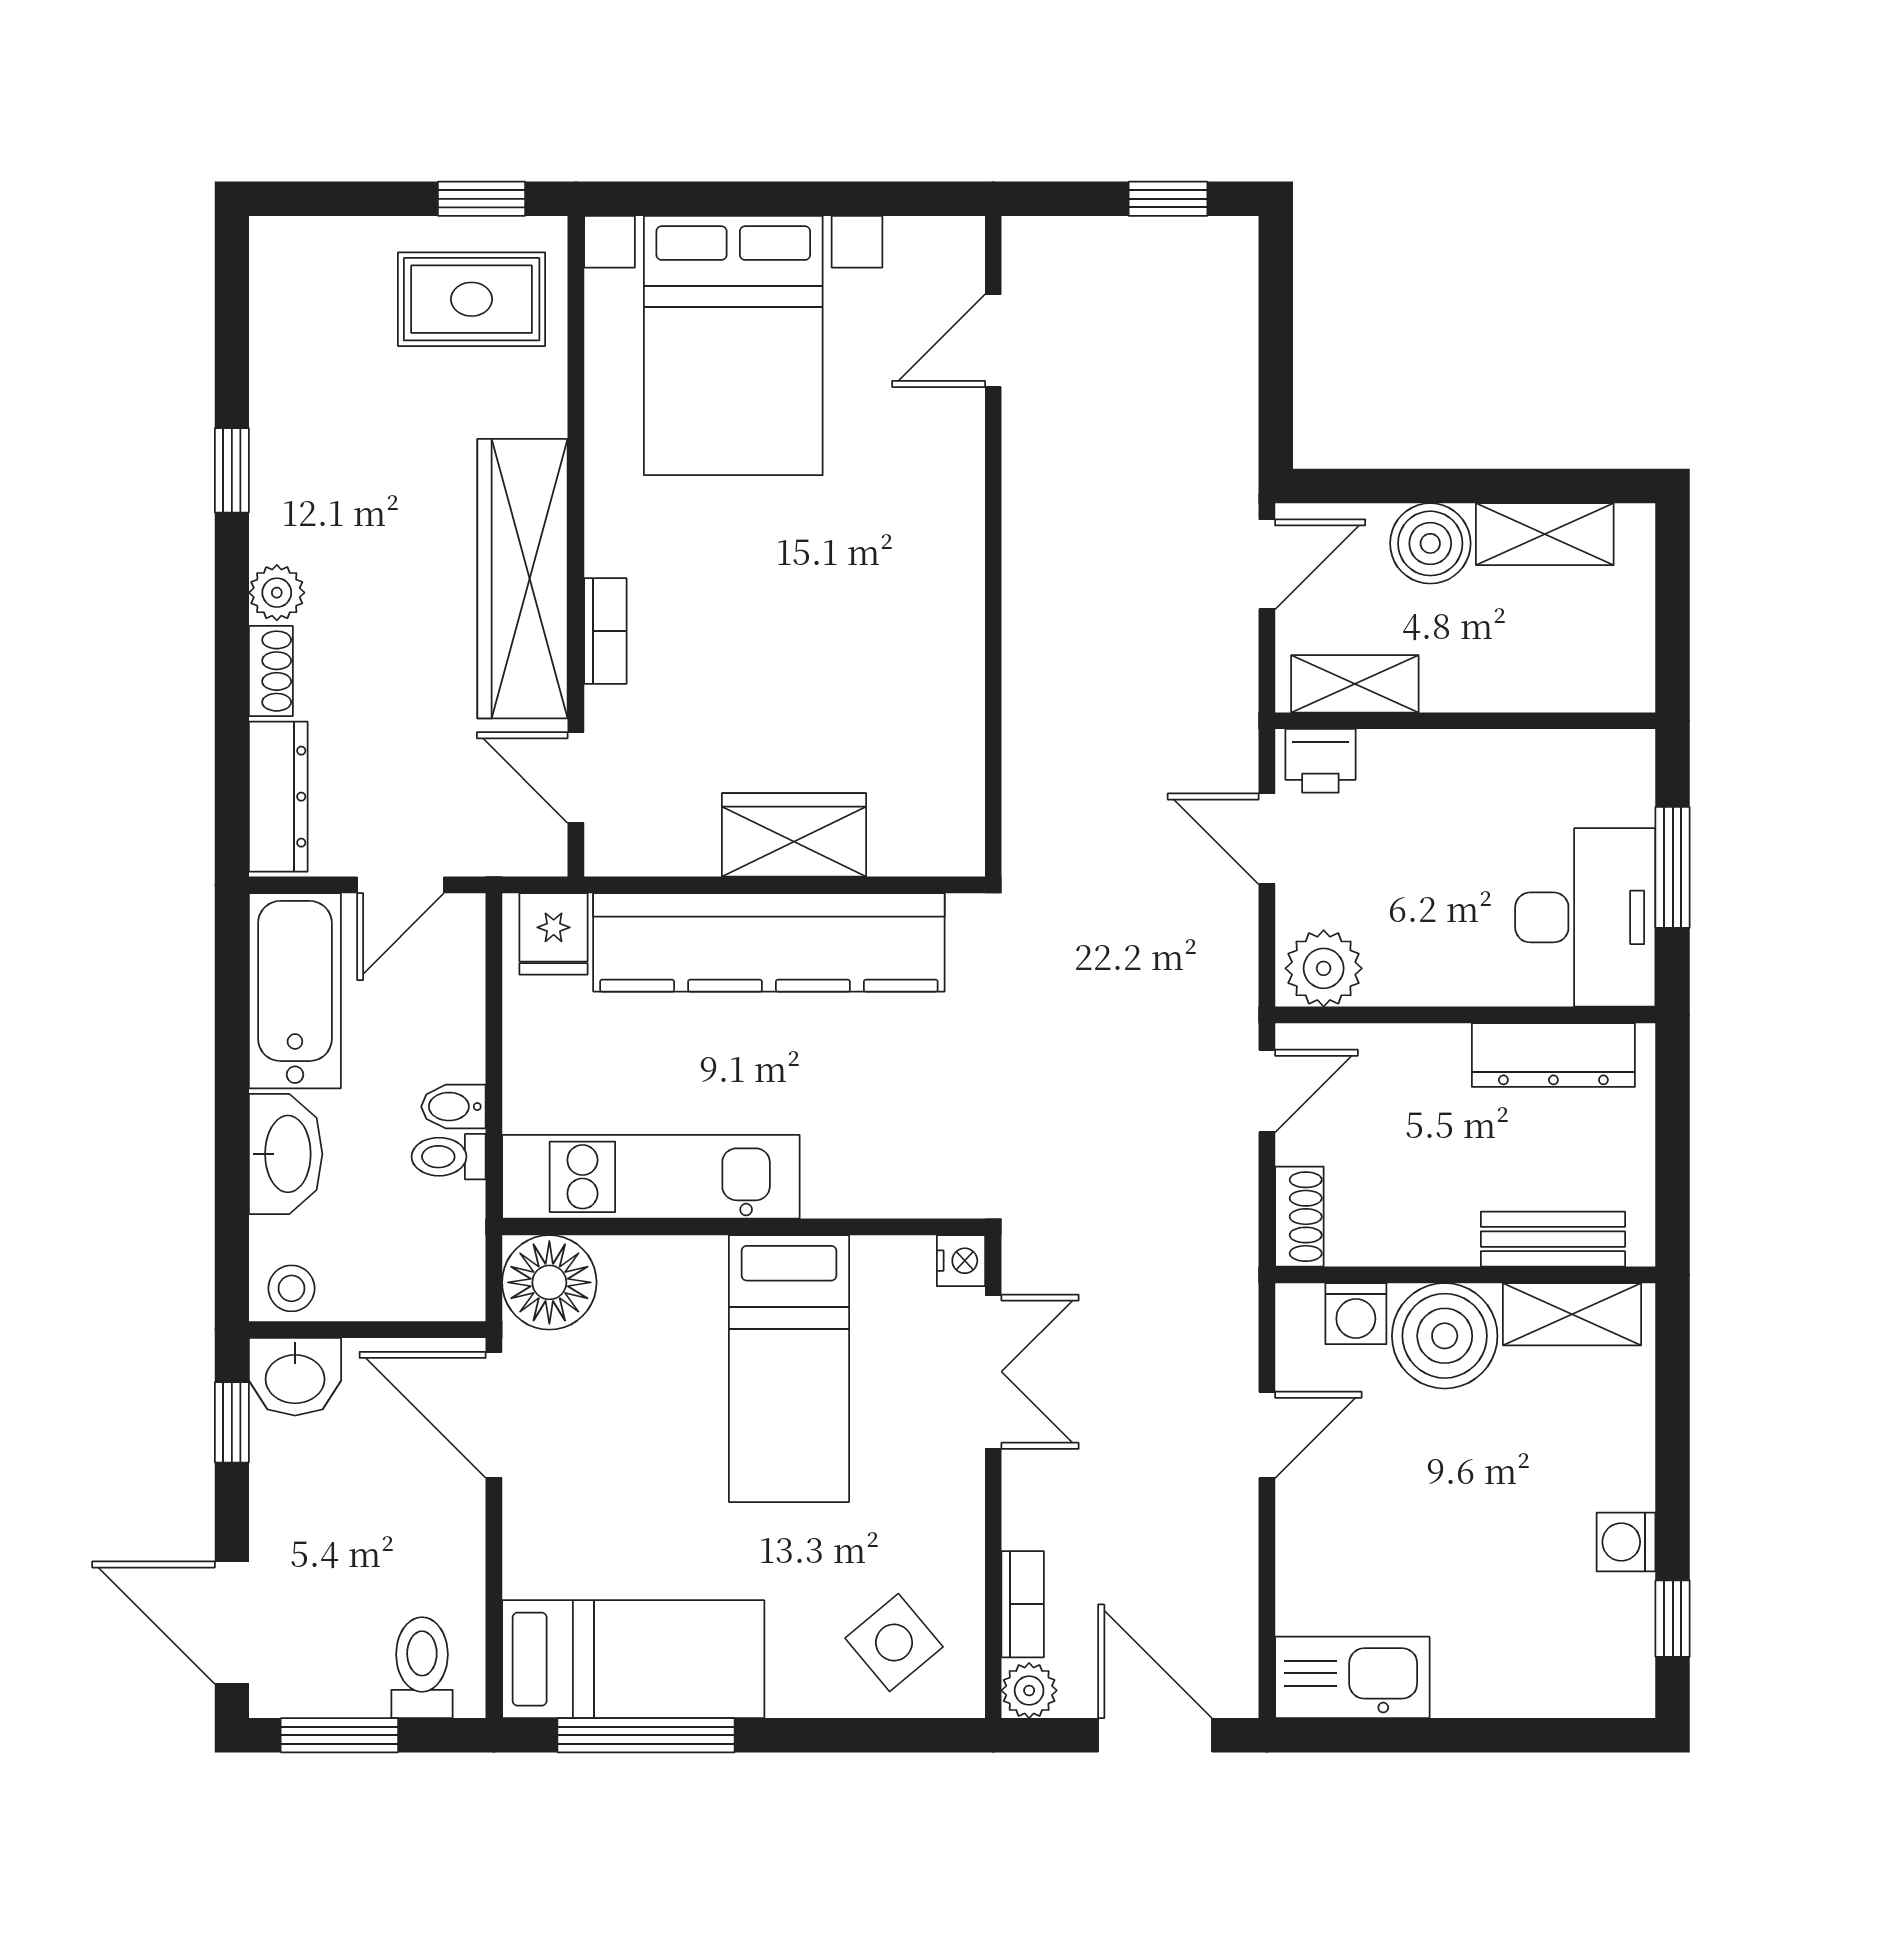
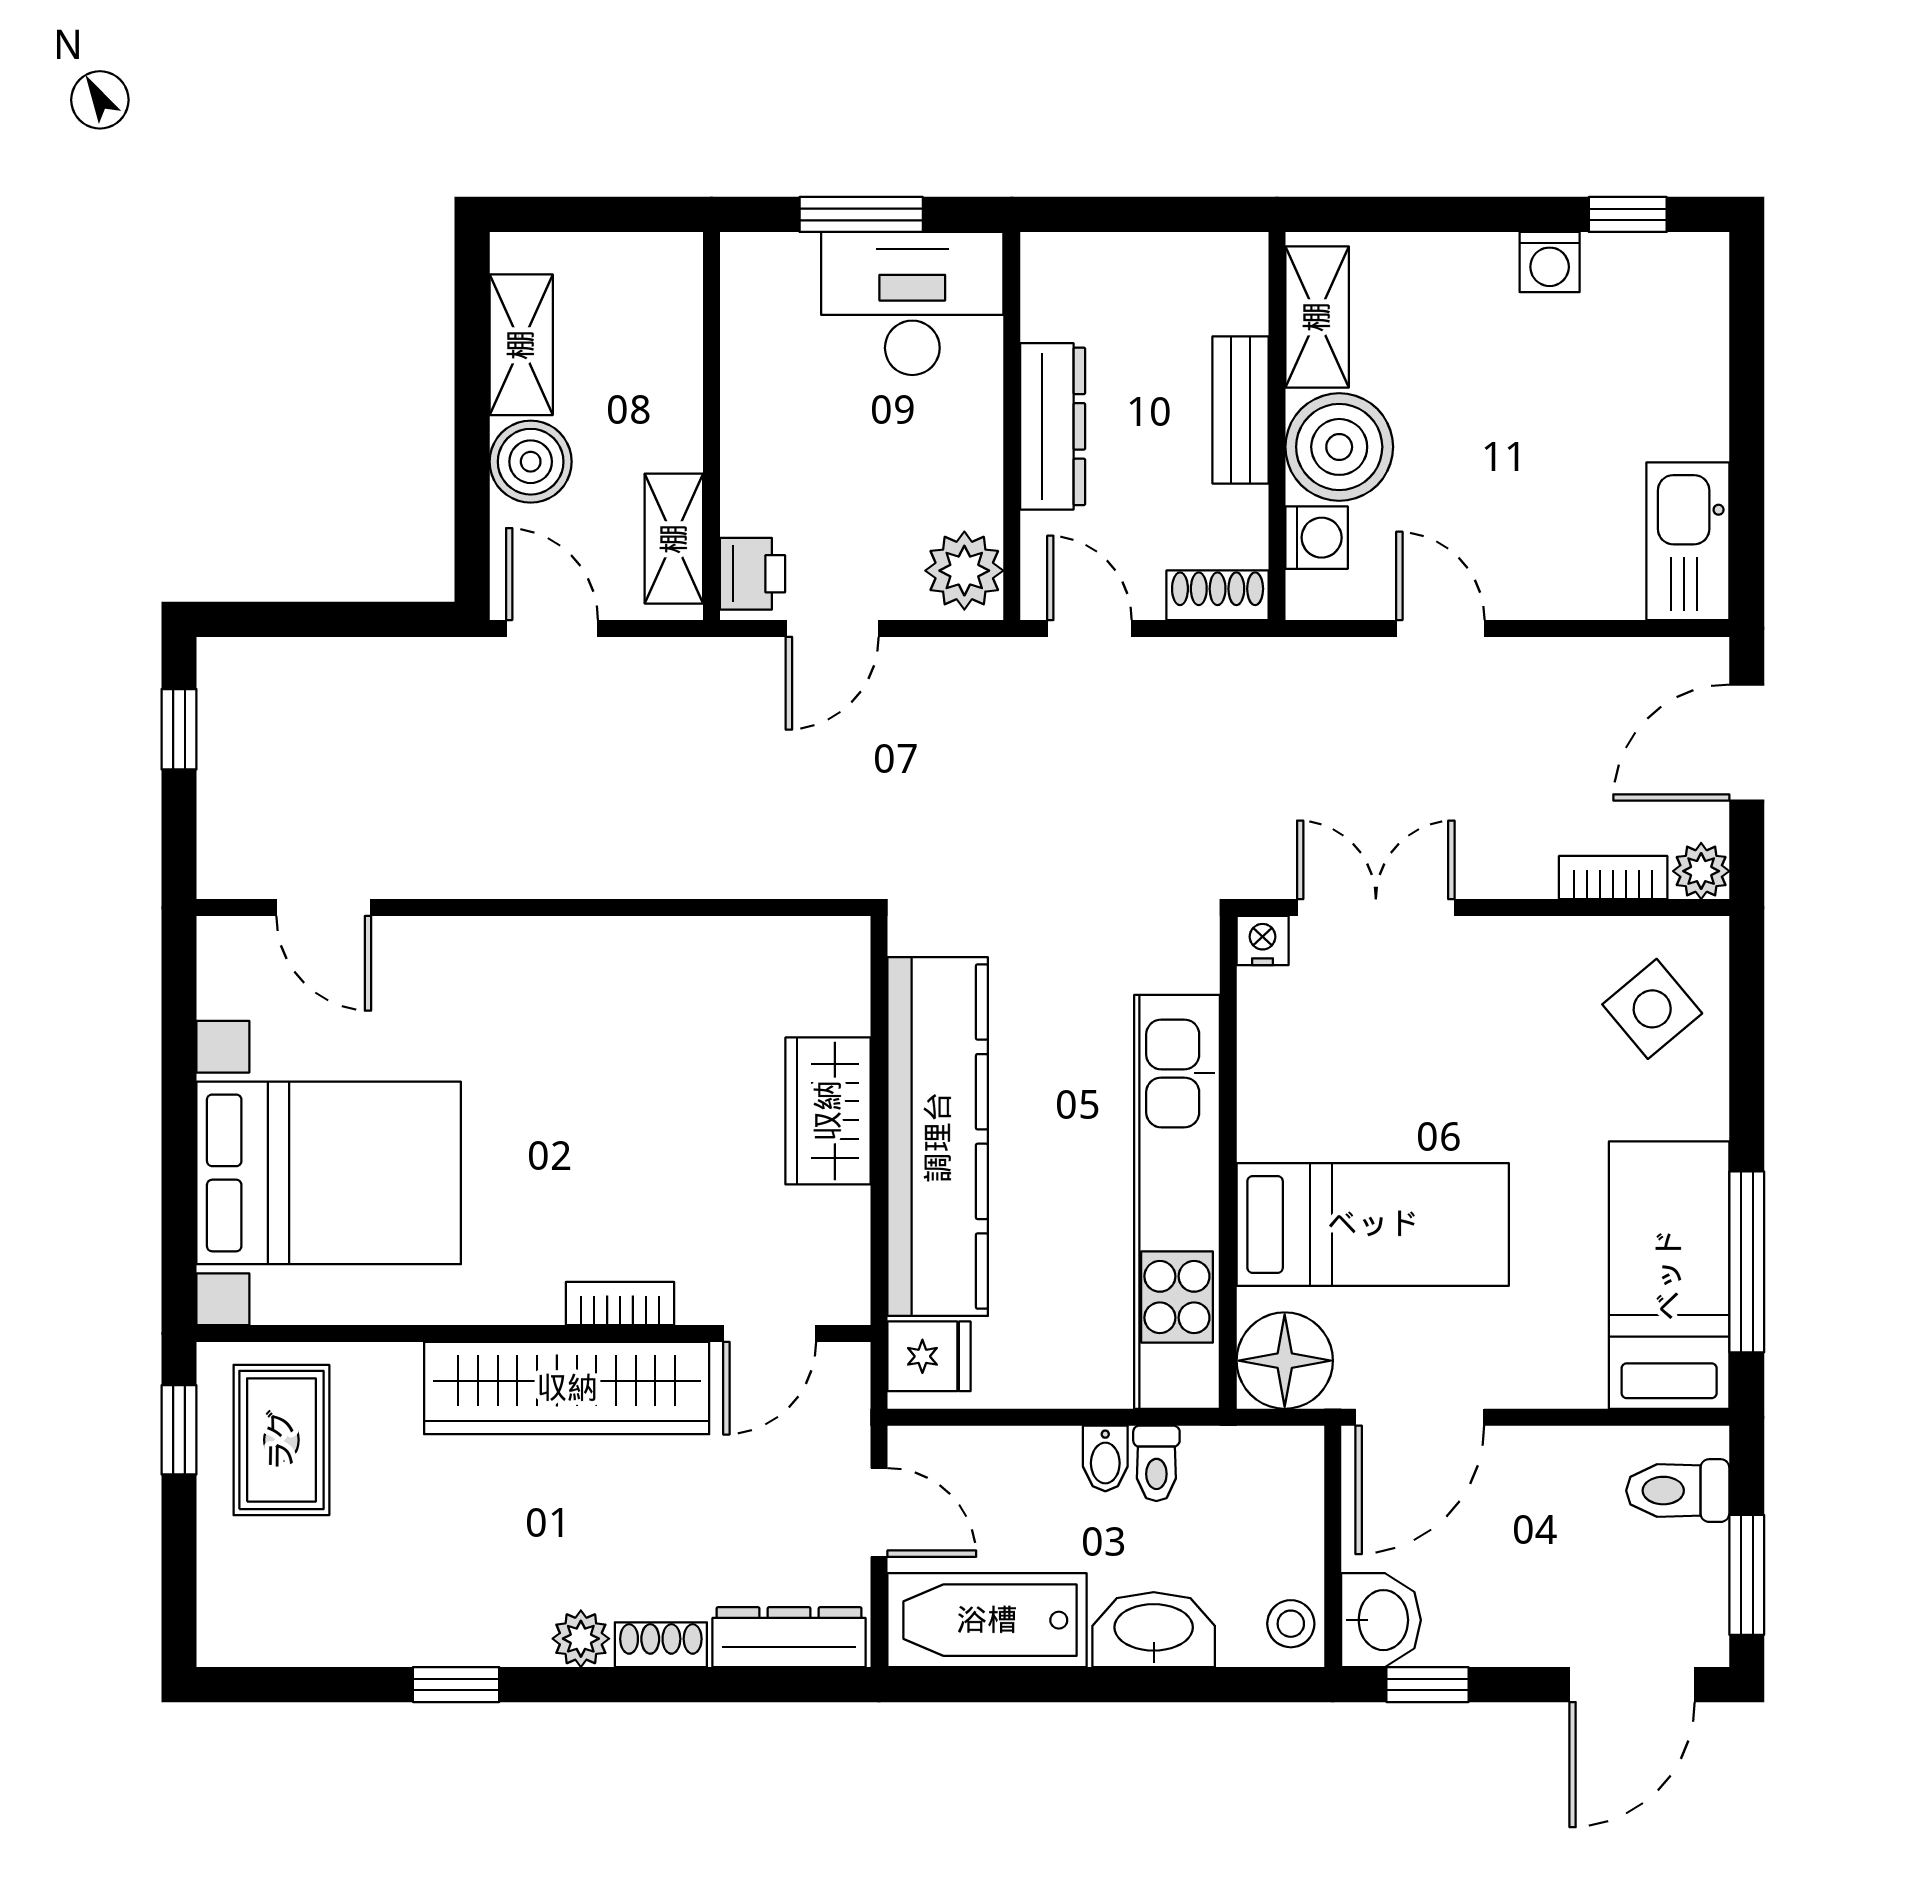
dresser: (1553, 1055) -> (1053, 426), moved
kitchen unit: (651, 1177) -> (1177, 1202), width x1.36
bench: (1553, 1239) -> (1241, 410), moved
bed: (789, 1369) -> (1373, 1224), moved

